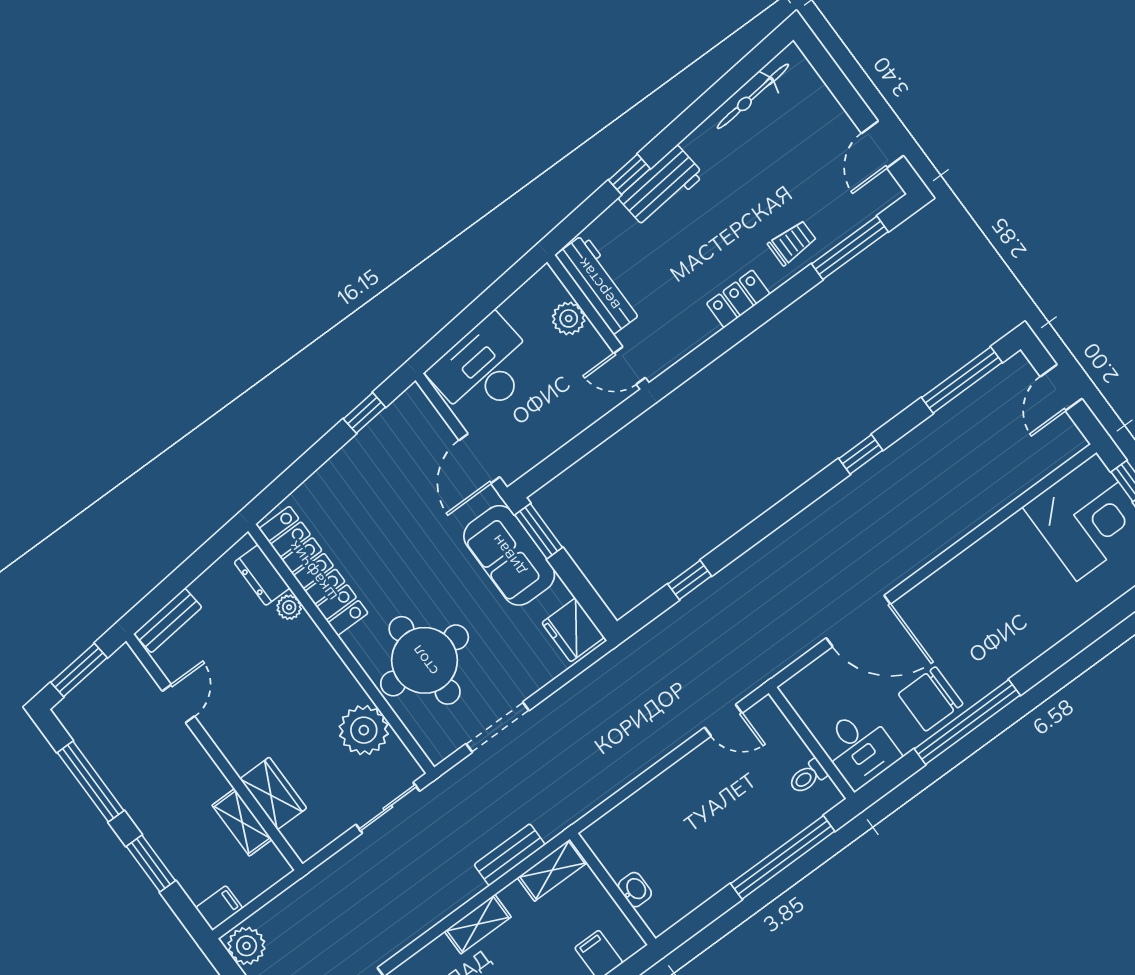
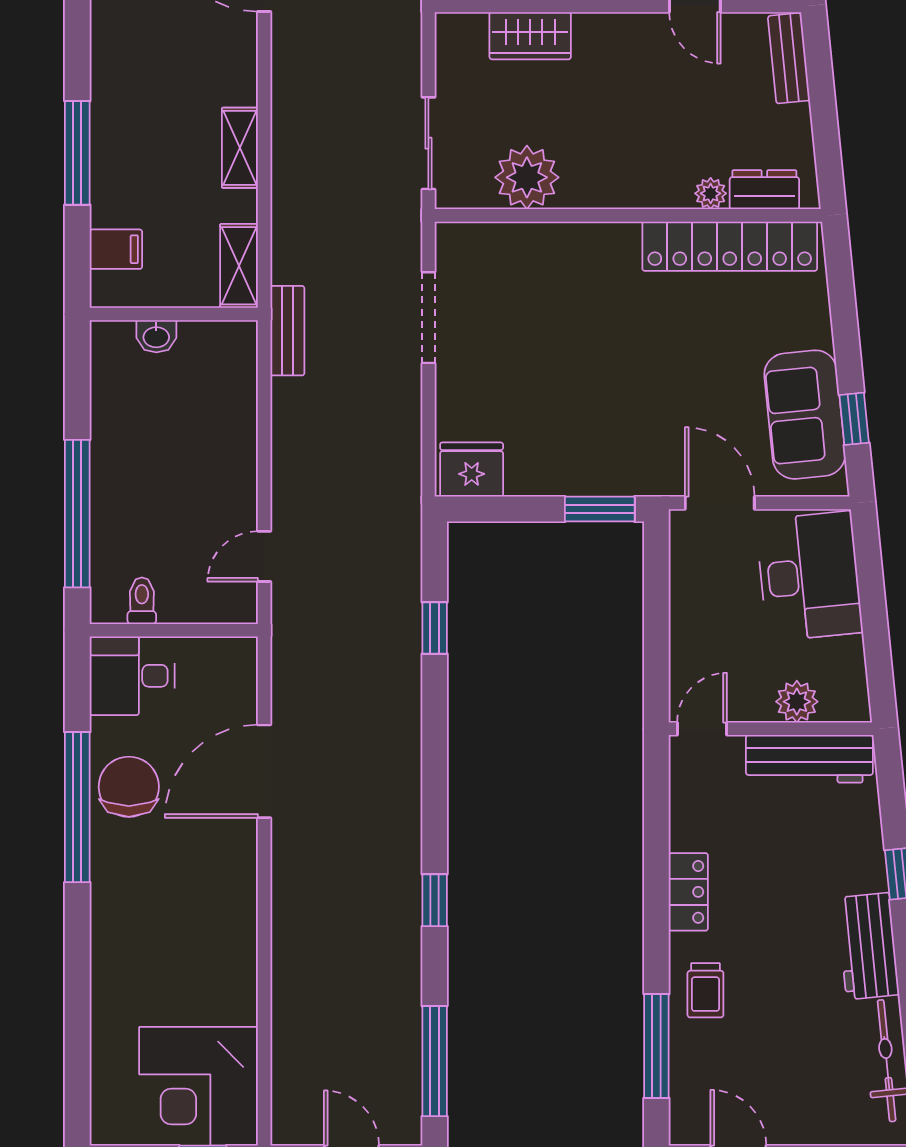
workbench: (661, 186) -> (868, 946), moved
sofa: (509, 555) -> (805, 415), moved, turned -96
round table: (425, 660) -> (553, 293), removed
bench: (510, 855) -> (287, 331), moved

